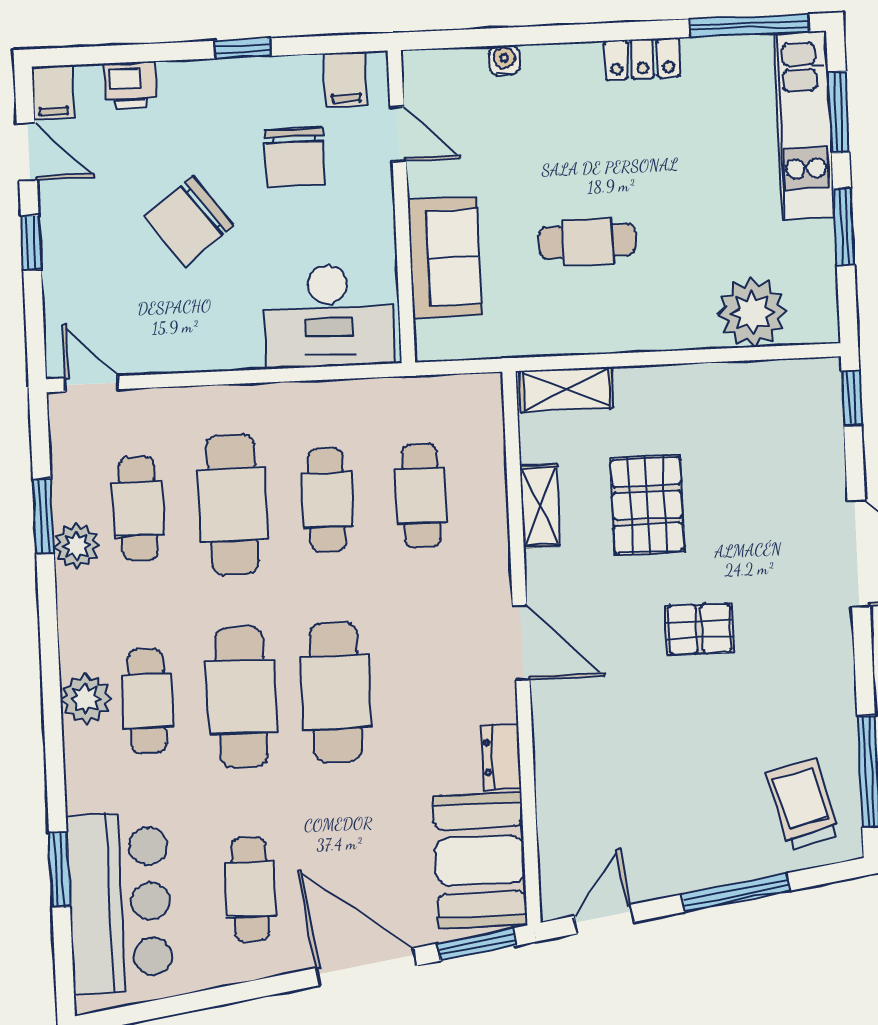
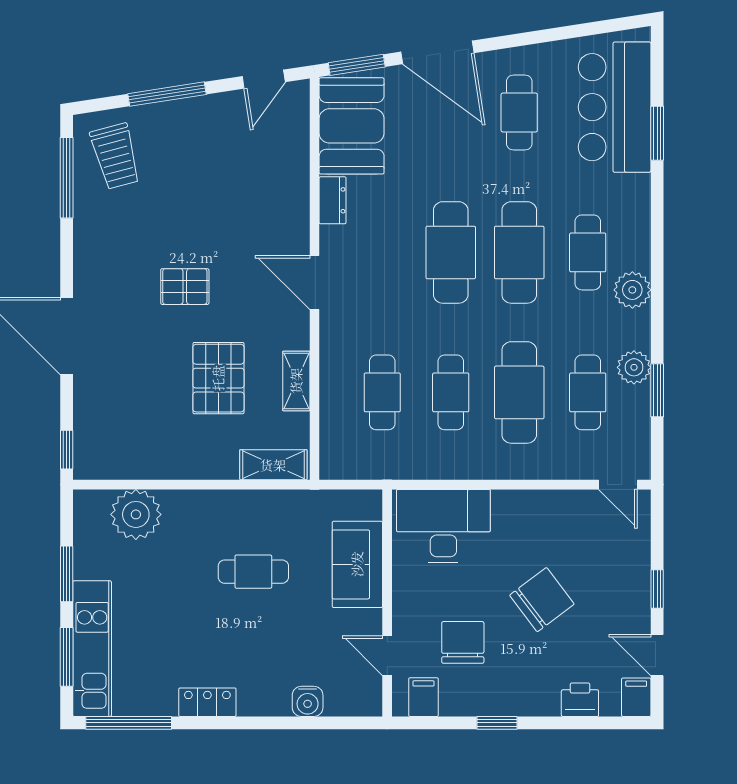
water cooler: (504, 60) -> (308, 701), width x1.38, depth x1.38
plant: (86, 699) -> (632, 290), moved

